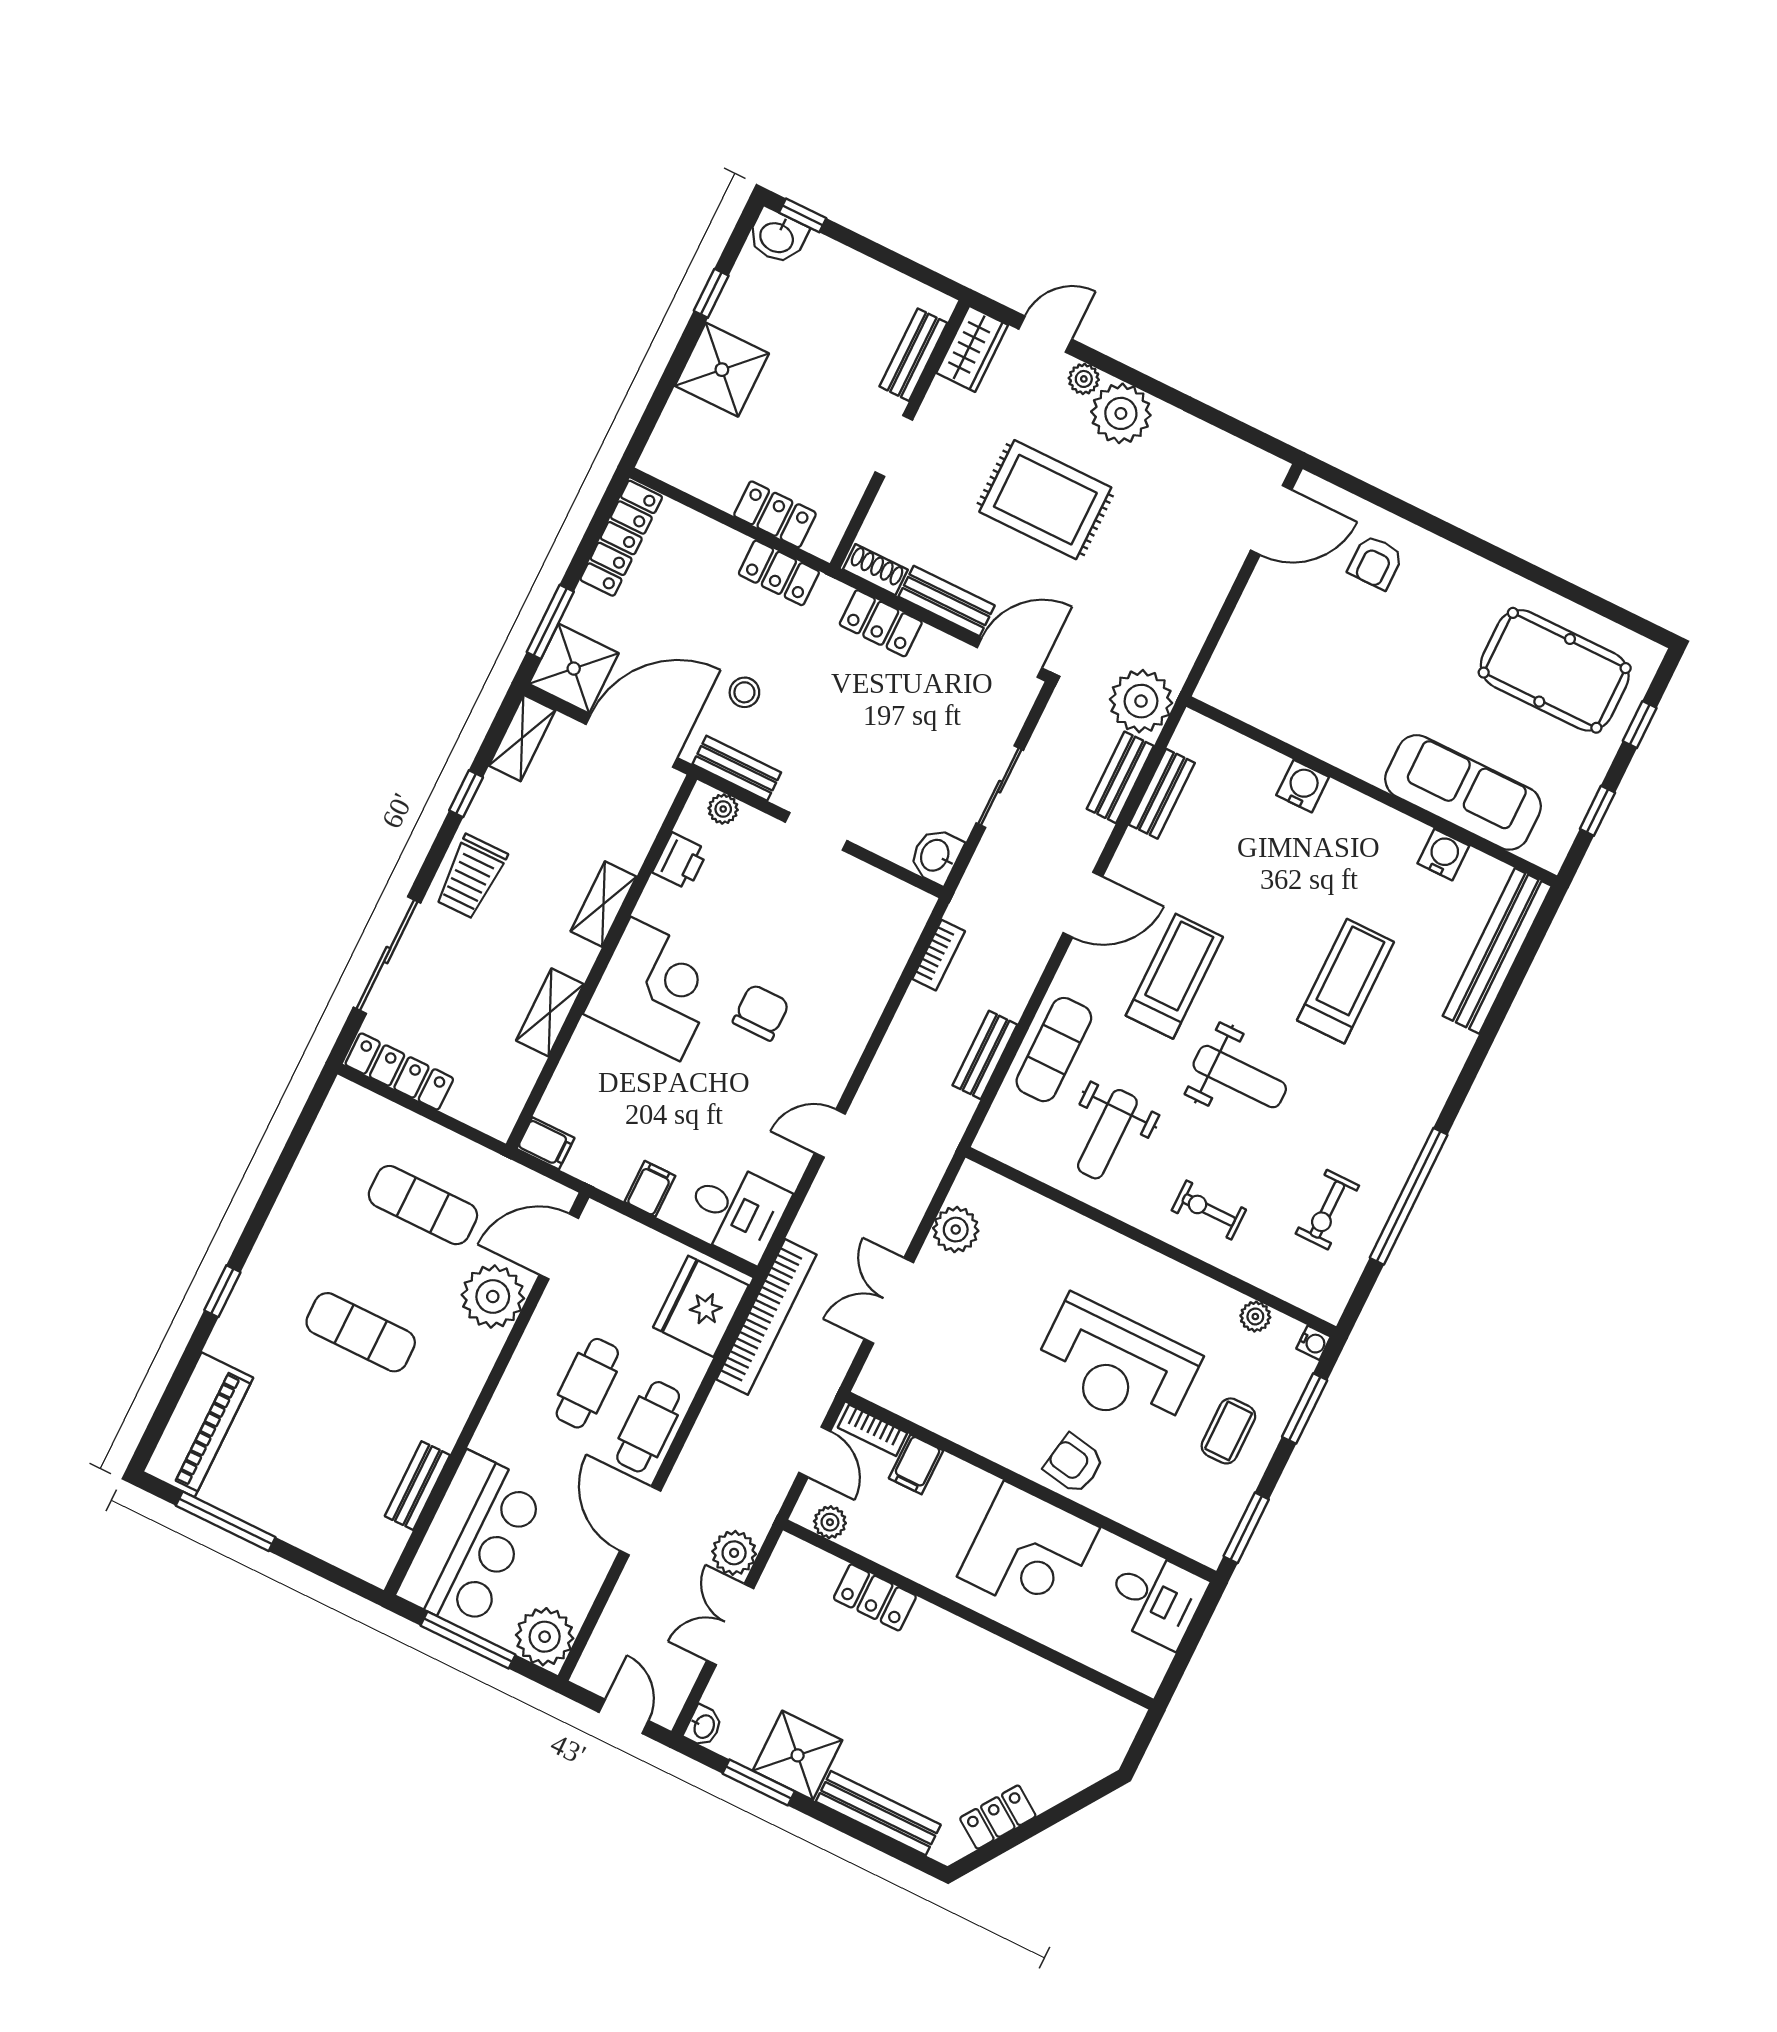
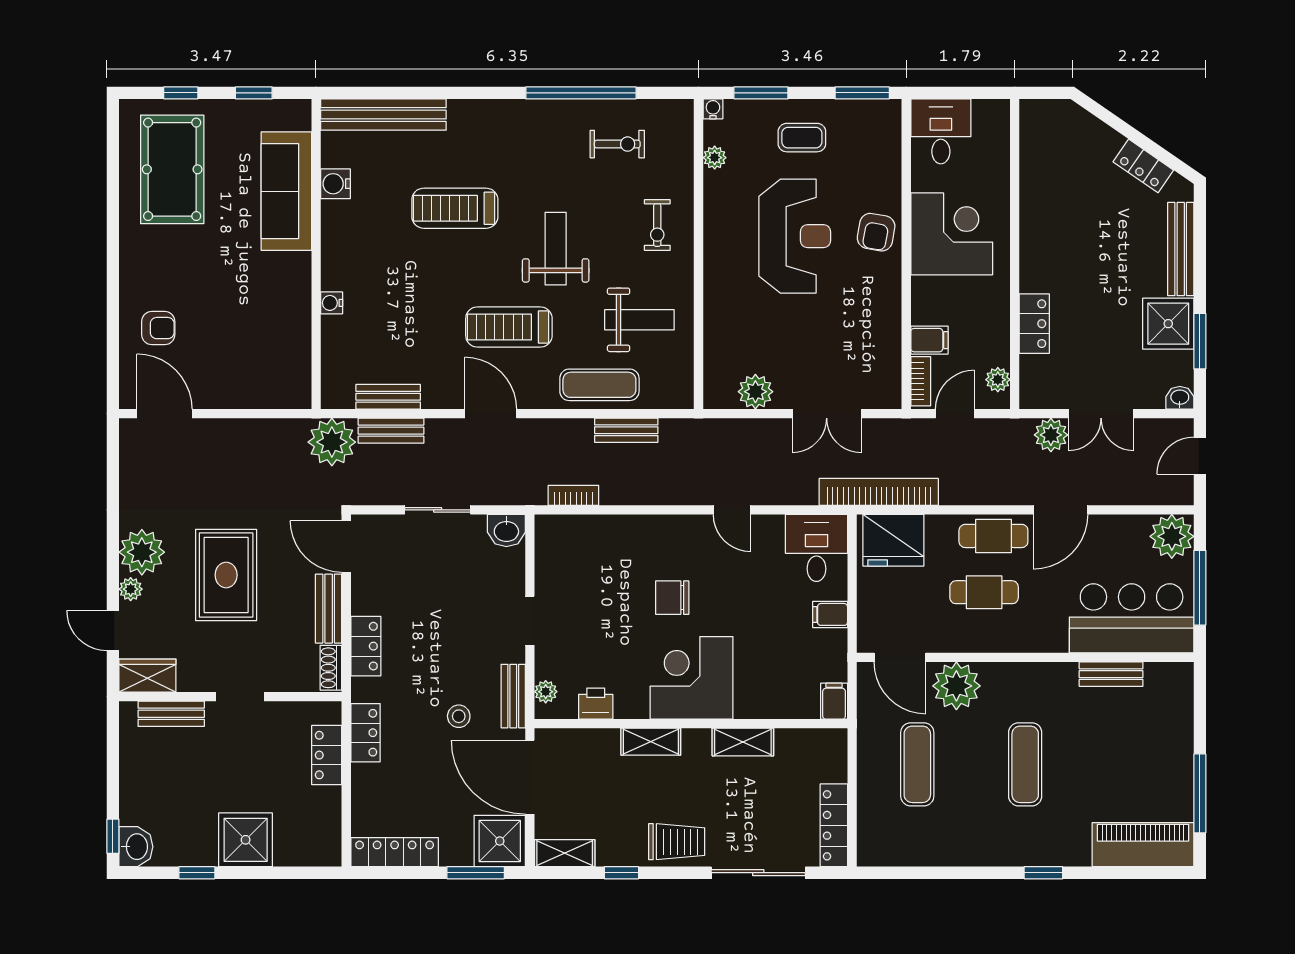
water cooler: (1303, 786) -> (332, 303), width x0.72, depth x0.72

